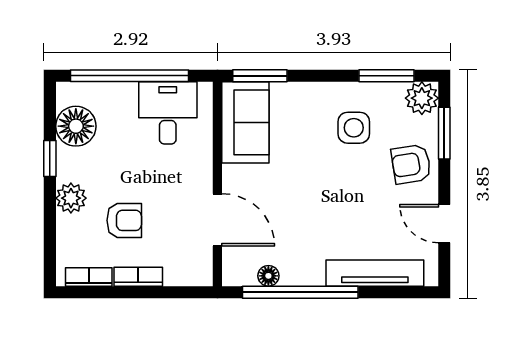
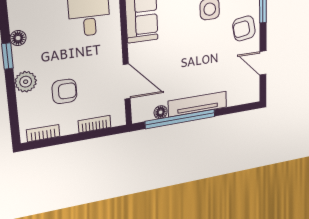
floor lamp: (76, 126) -> (18, 38), width x0.53, depth x0.53
tv unit: (375, 273) -> (198, 104), moved
bookcase: (138, 277) -> (95, 124), moved

